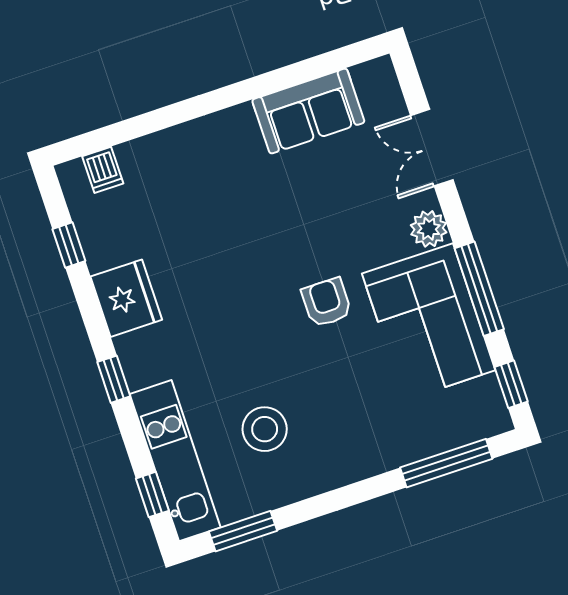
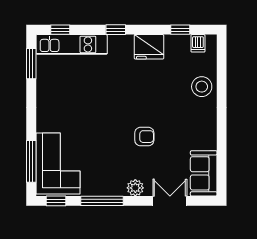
sofa: (308, 111) -> (204, 173), moved
dishwasher: (103, 170) -> (198, 43), moved, turned -90
armchair: (327, 302) -> (144, 137), moved
corner sofa: (429, 322) -> (58, 163), moved, turned 90
stool: (265, 429) -> (202, 87), moved

